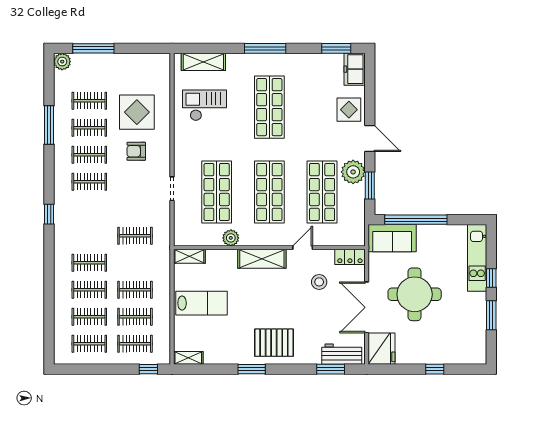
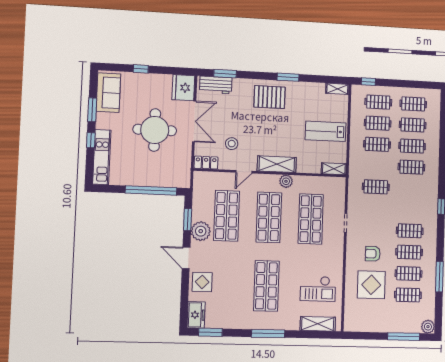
armchair: (136, 151) -> (373, 254), turned 180
plant: (231, 238) -> (286, 181), moved
sofa: (392, 238) -> (108, 93), moved, turned 90

